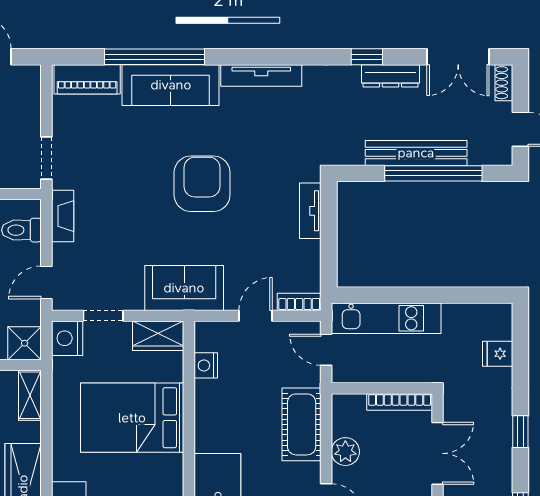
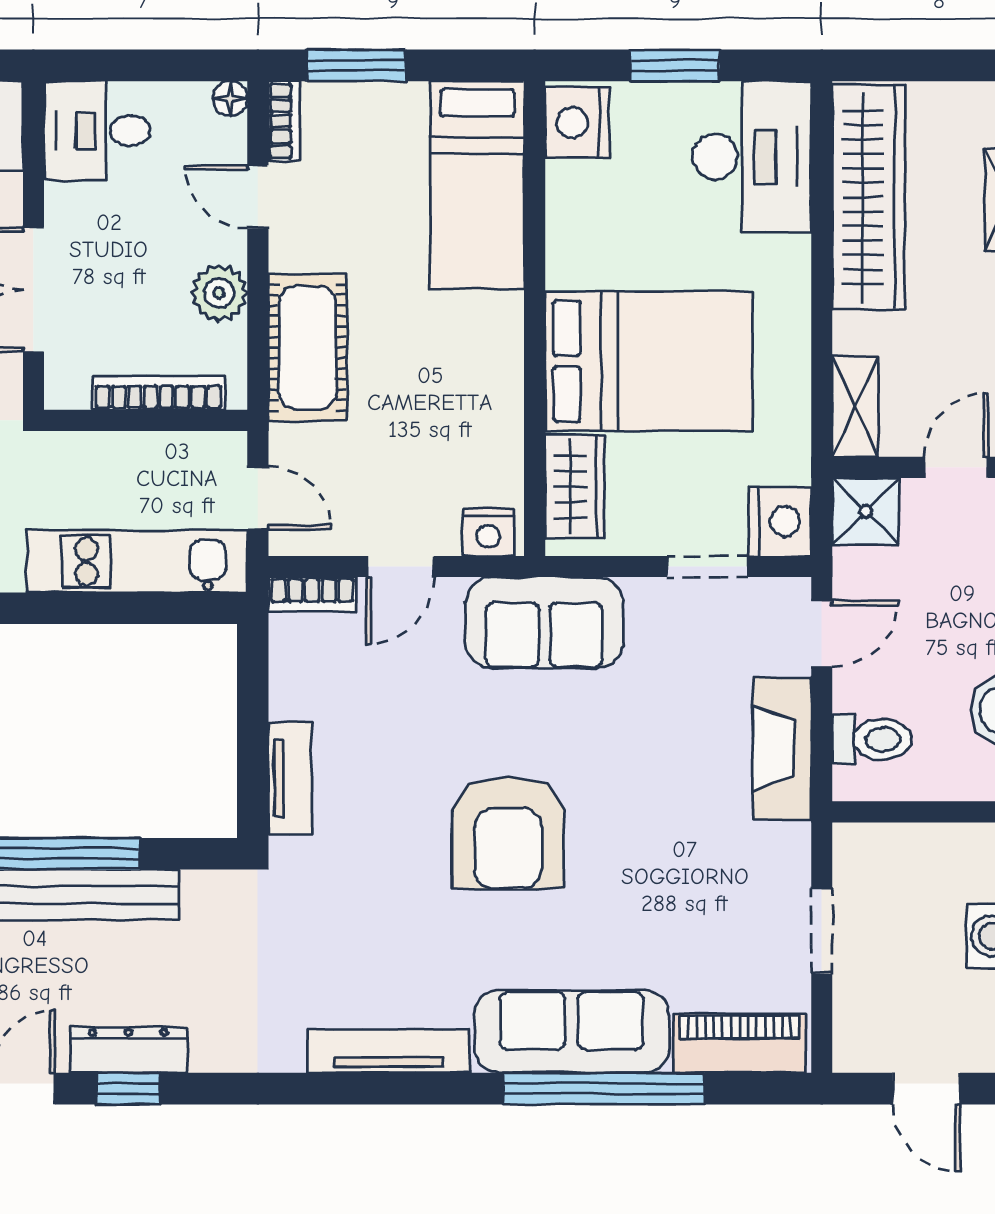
window: (367, 57) -> (128, 1089), moved
doorway: (46, 158) -> (822, 931), moved
fireplace: (63, 216) -> (782, 748), width x1.37, depth x1.32
wardrobe: (158, 336) -> (575, 487), moved, turned 90
nightstand: (206, 365) -> (488, 533), moved, turned 90
bookcase: (400, 402) -> (159, 393), moved

